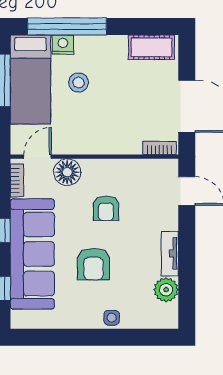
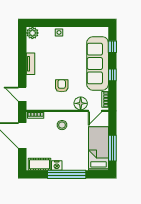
window: (67, 26) -> (67, 174), moved
nightstand: (63, 45) -> (57, 165), moved
stool: (79, 83) -> (62, 125), moved
armchair: (93, 264) -> (68, 59), removed
plant: (166, 290) -> (32, 33), moved

